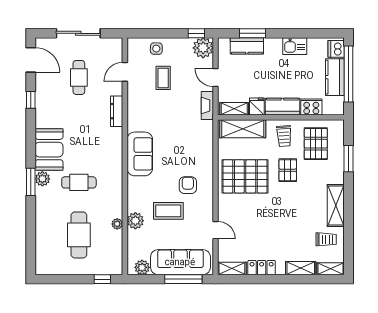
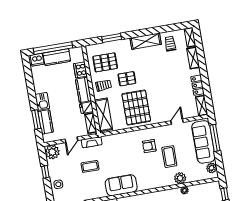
window: (196, 33) -> (45, 172), moved
kitchen sink: (295, 46) -> (42, 101), moved
coffee table: (163, 78) -> (90, 166), moved
sofa: (140, 154) -> (121, 185), moved

